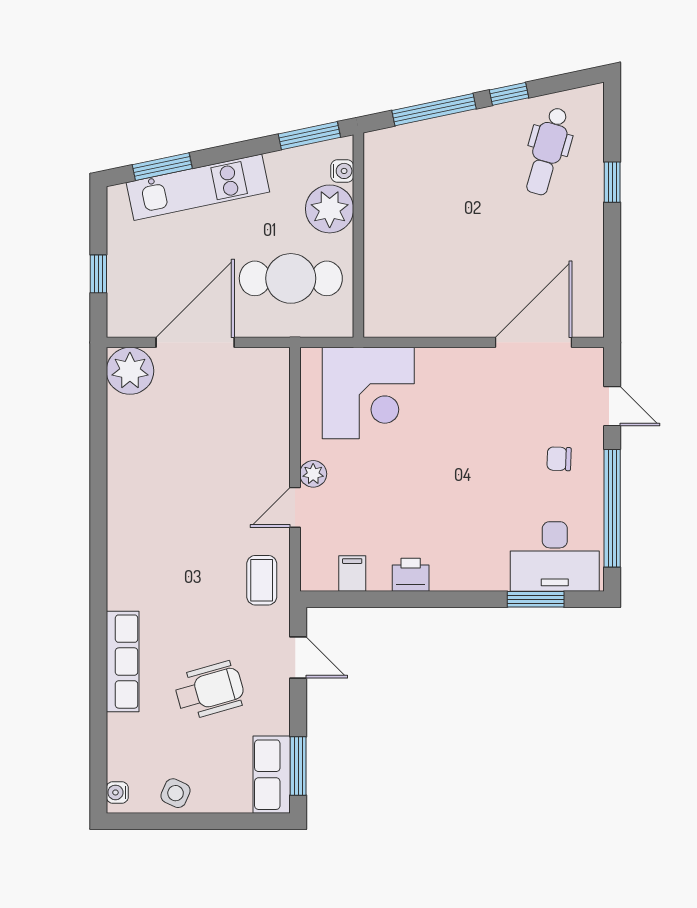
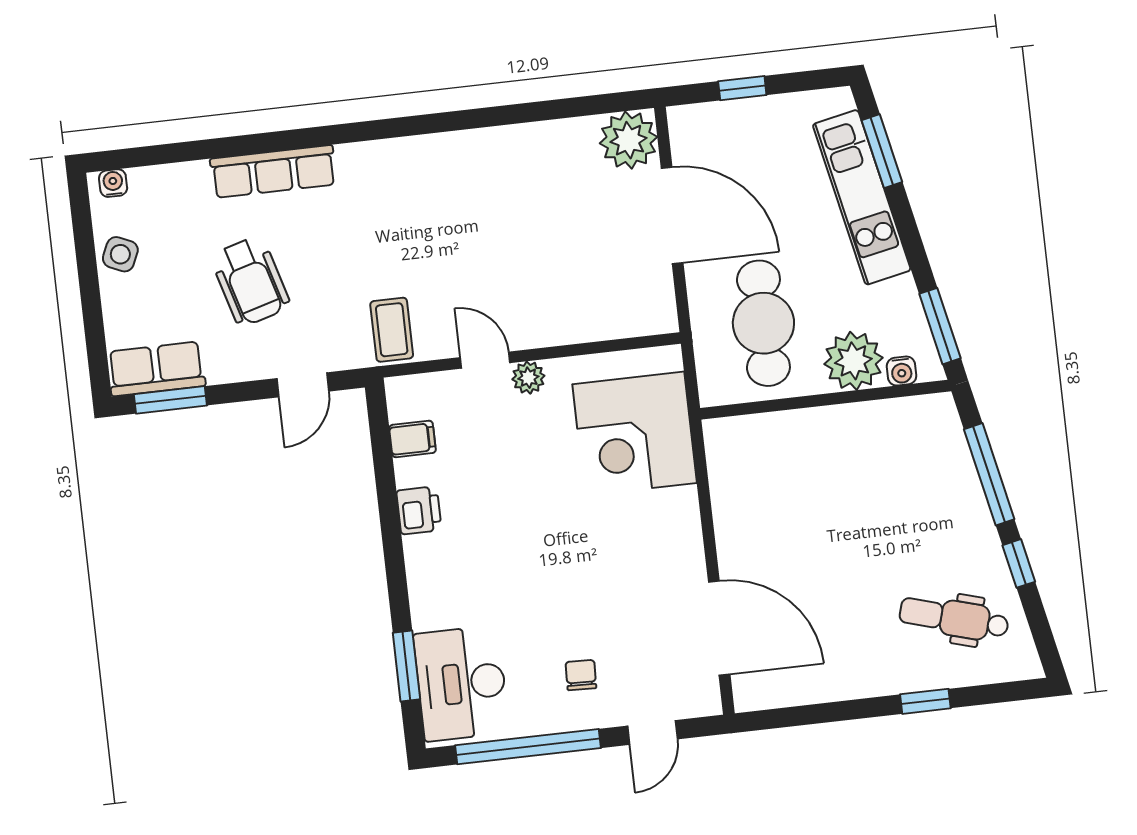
coffee table: (262, 580) -> (392, 330), turned 90

